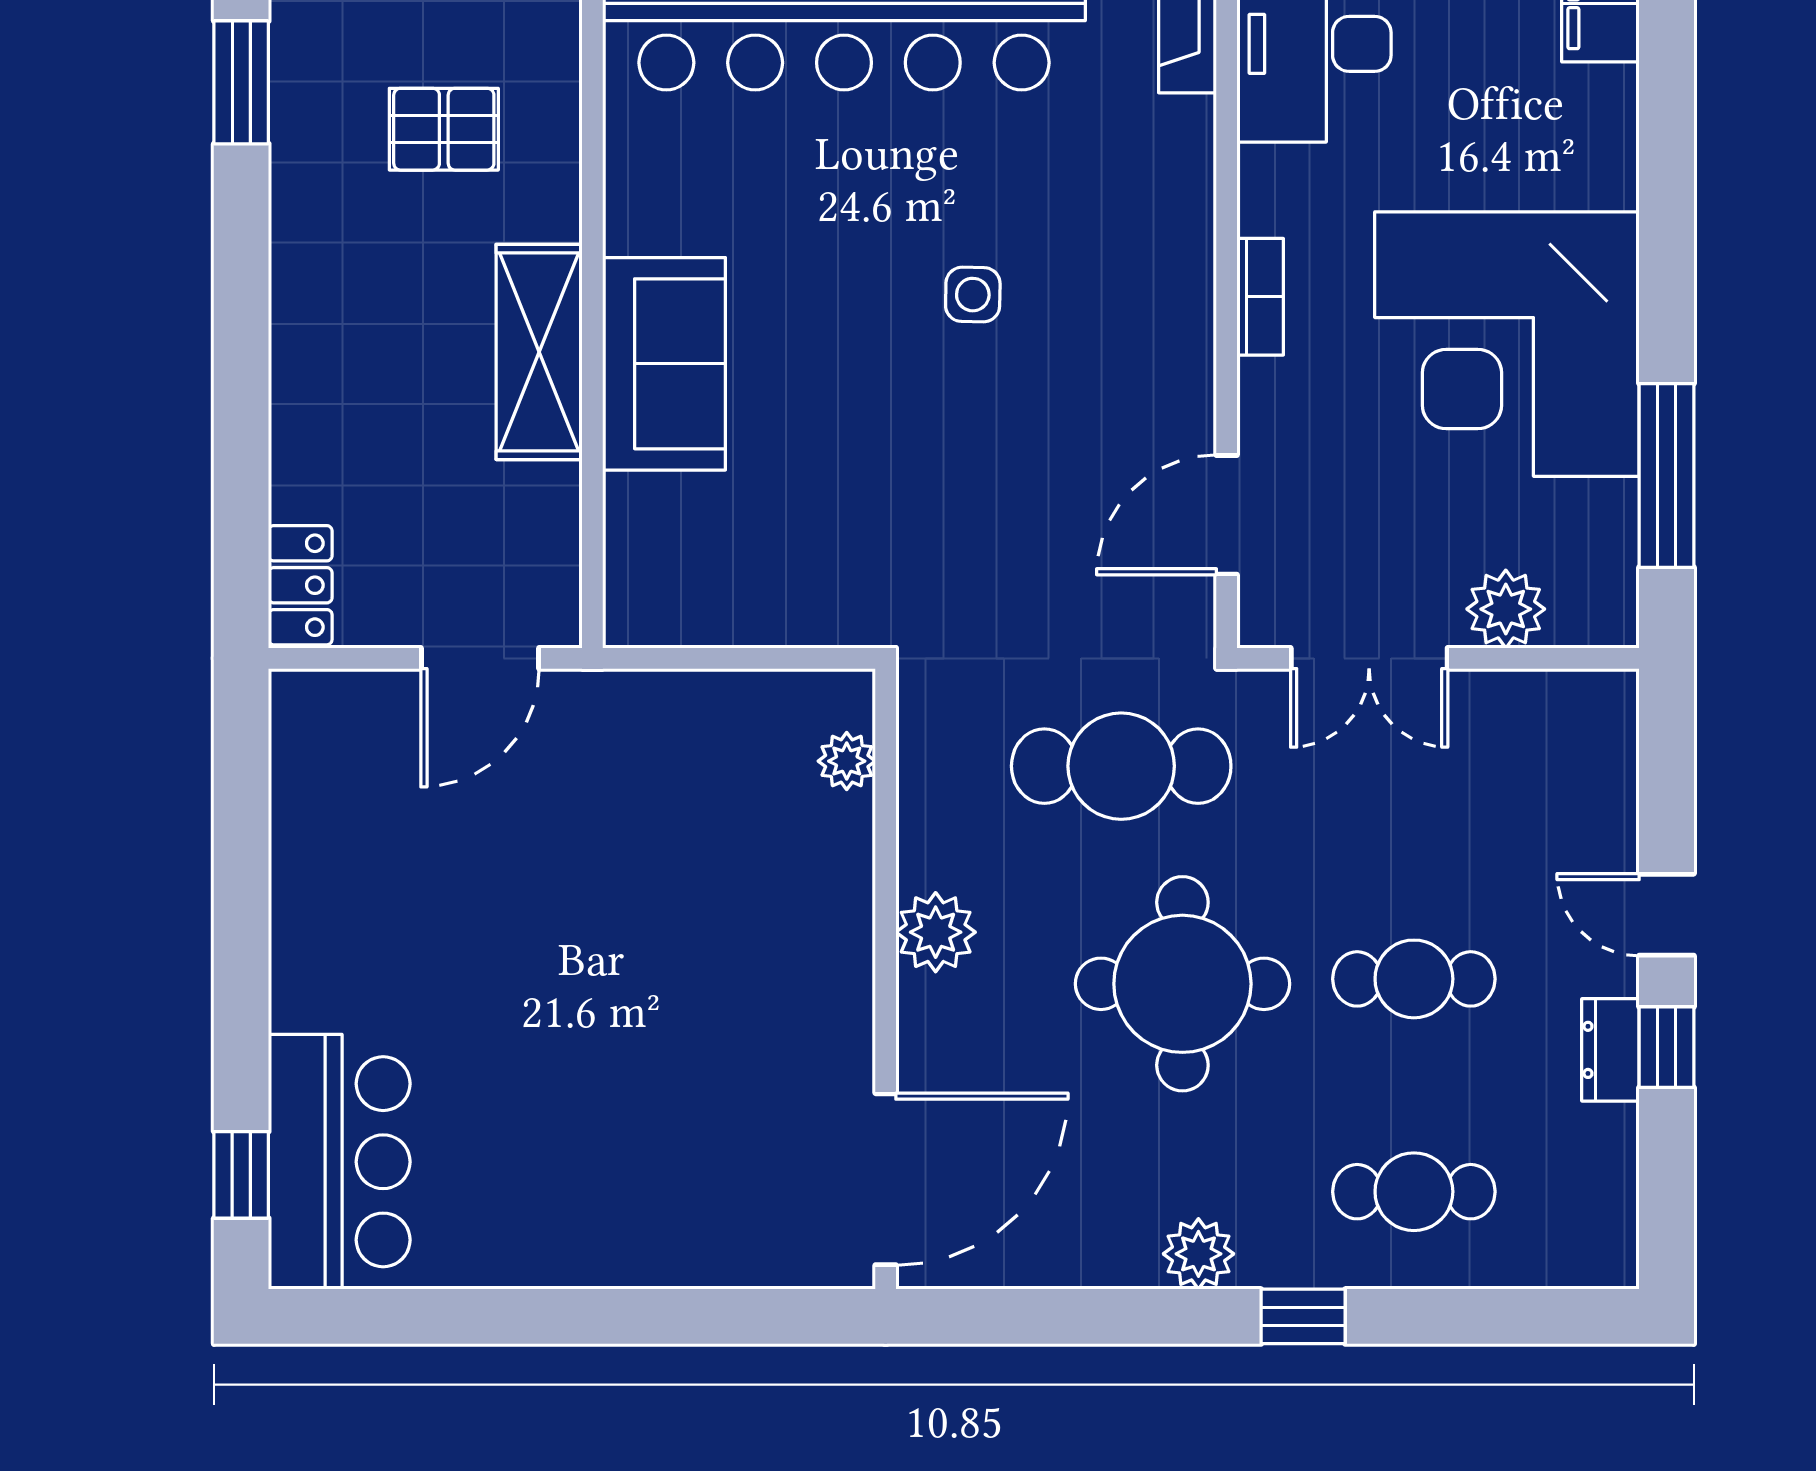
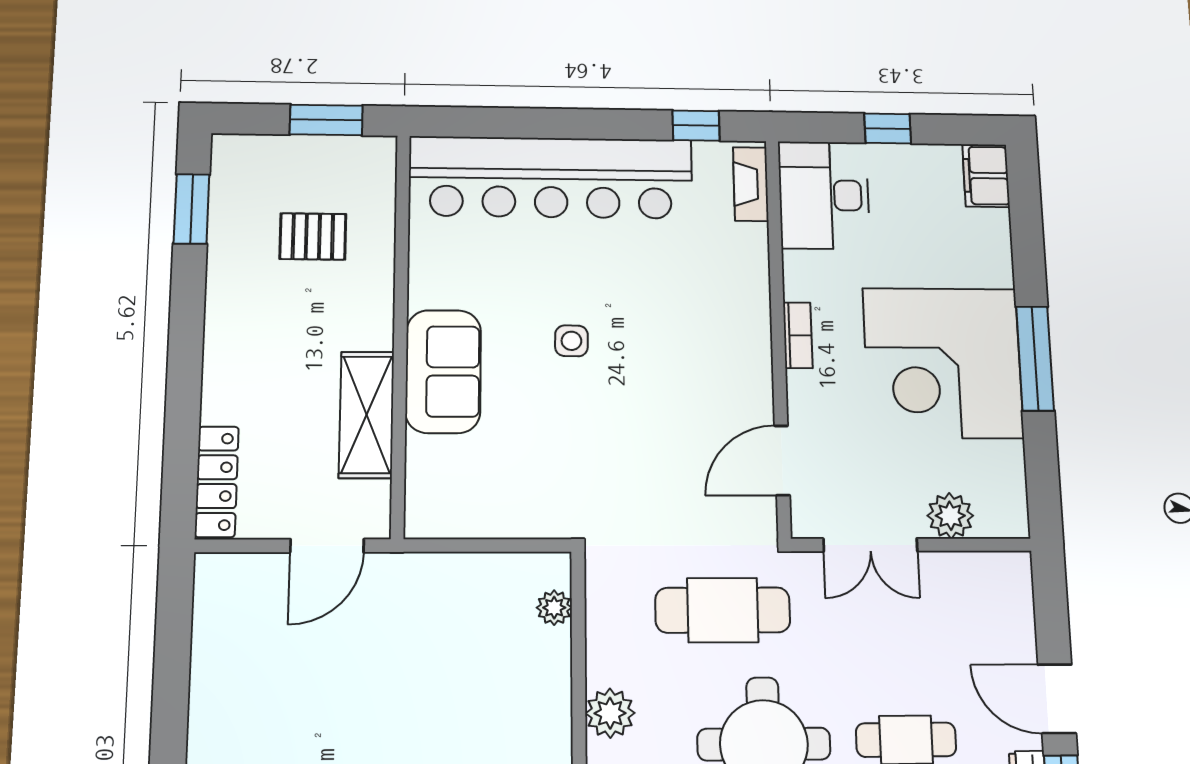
side table: (973, 295) -> (571, 341), moved
shelving: (539, 352) -> (366, 415), moved
window: (1666, 475) -> (1035, 359), moved
locker: (300, 585) -> (217, 482), width x1.53
door: (1666, 915) -> (1057, 699), width x1.38

